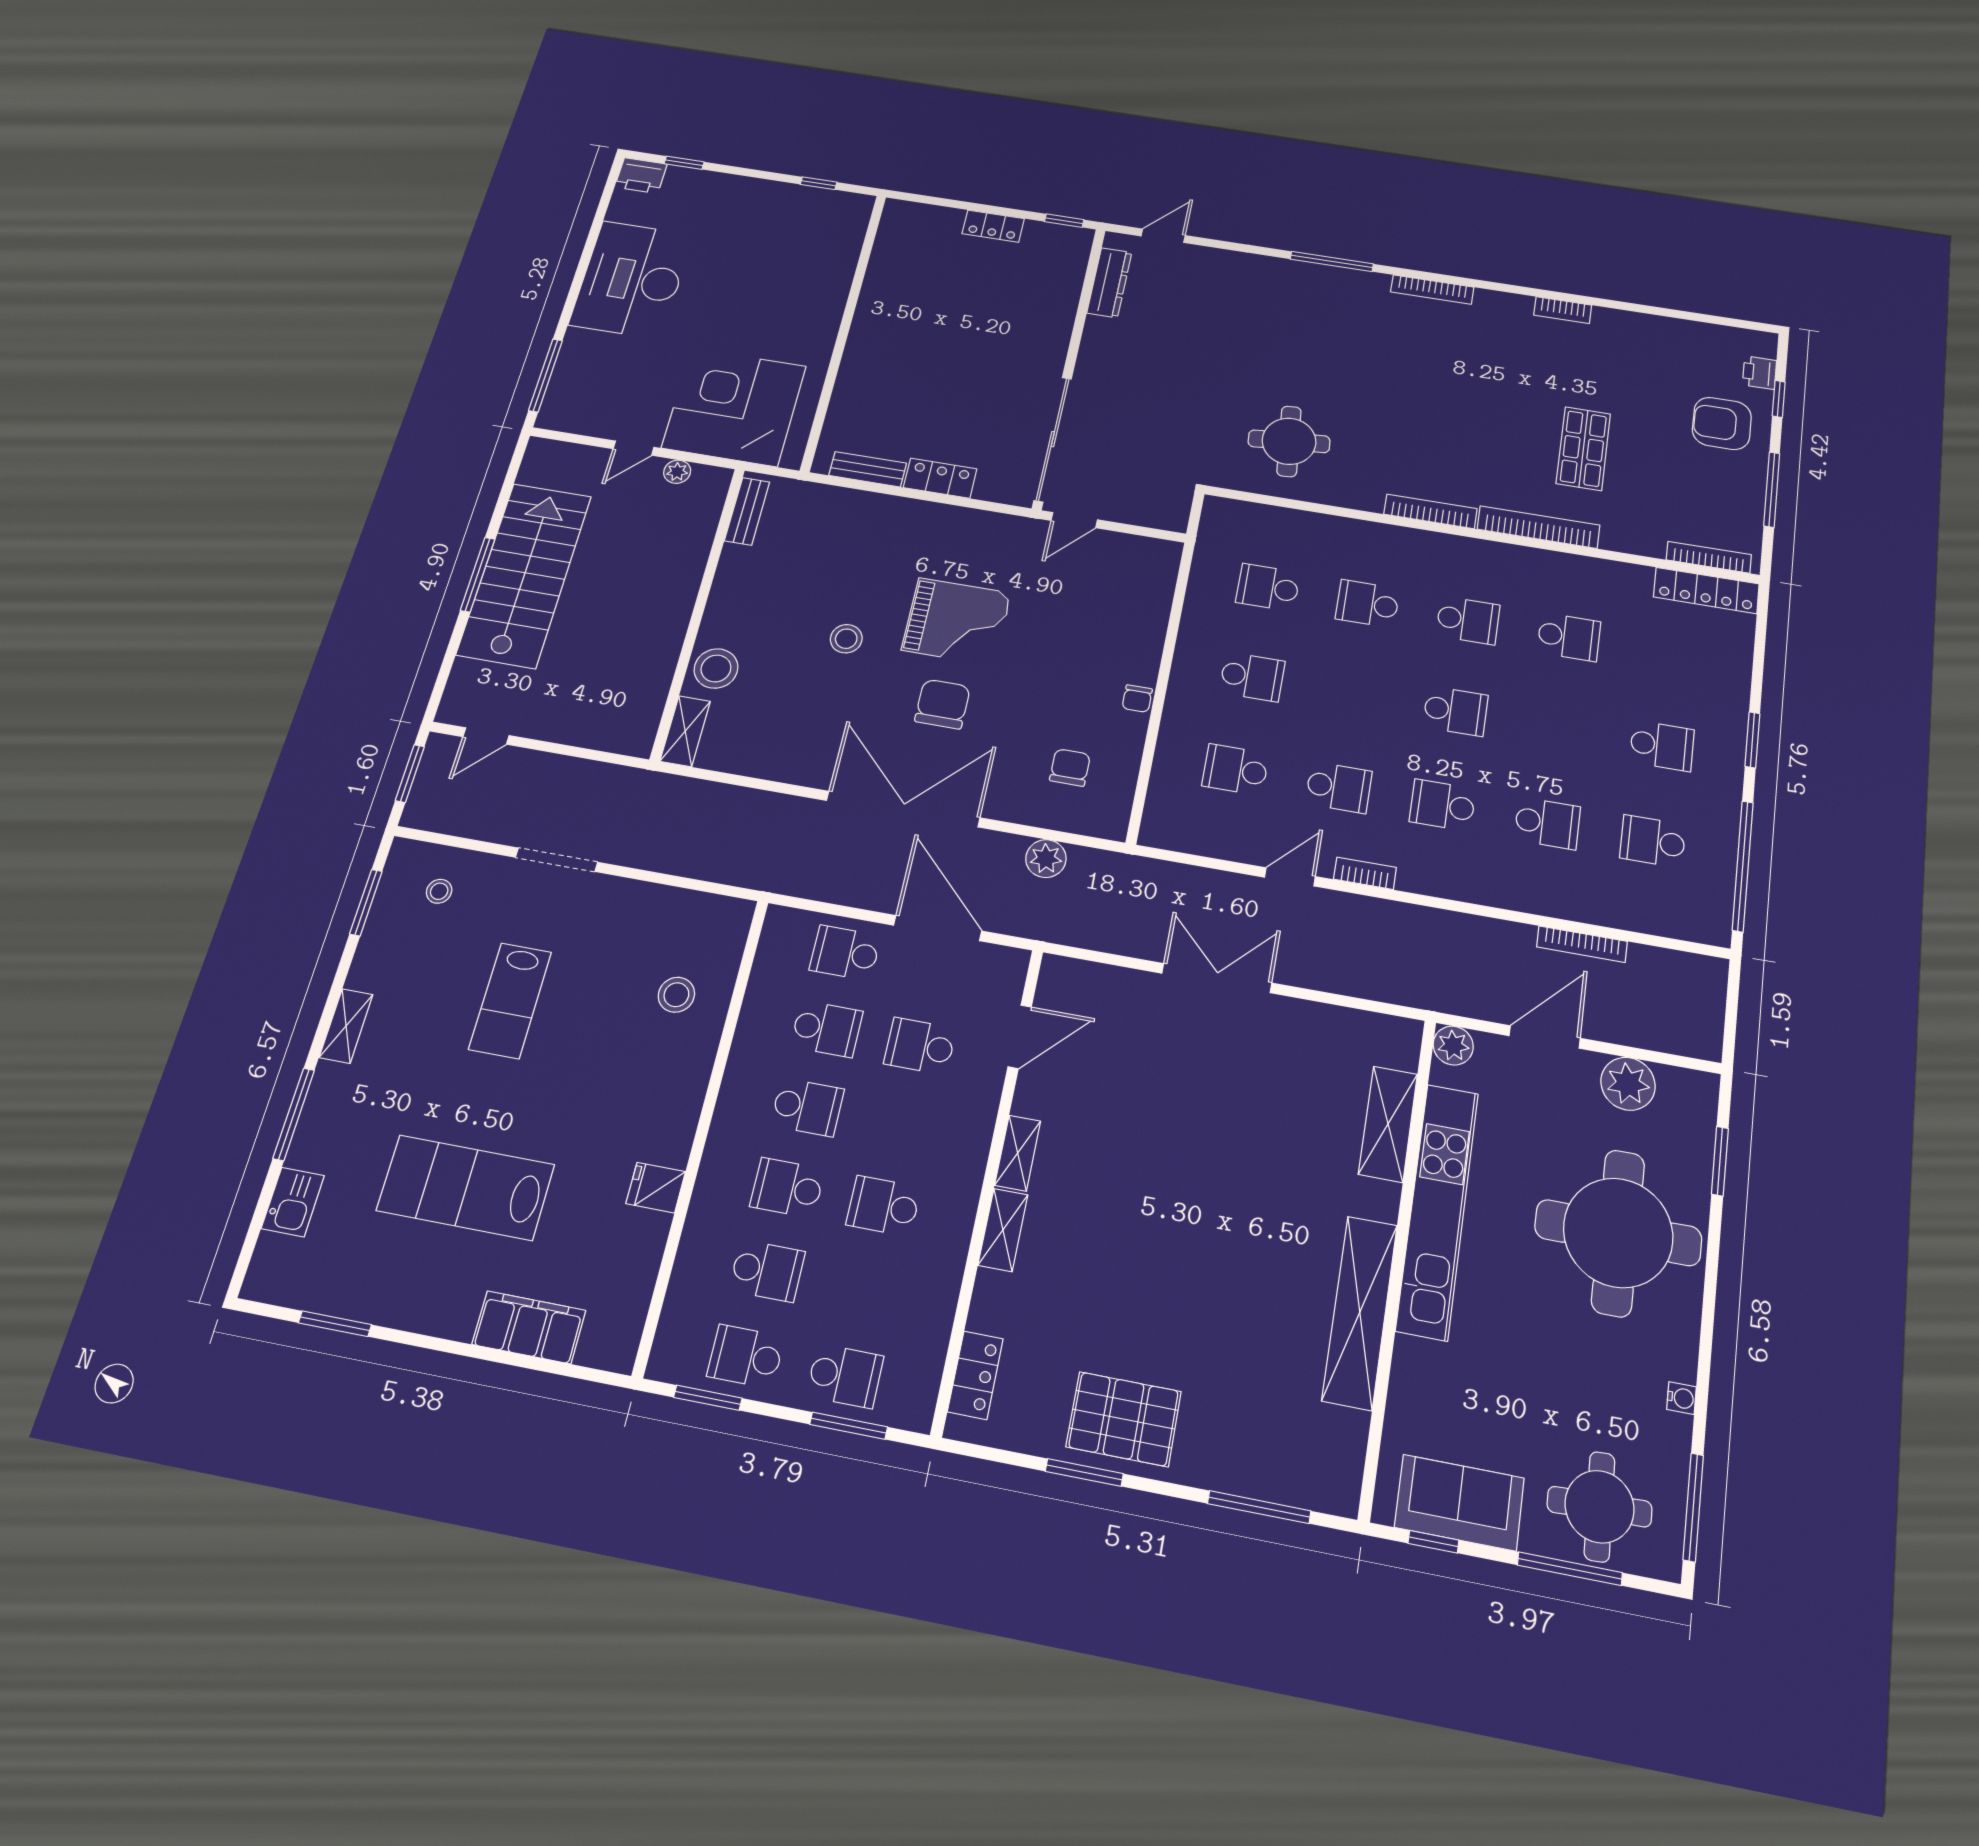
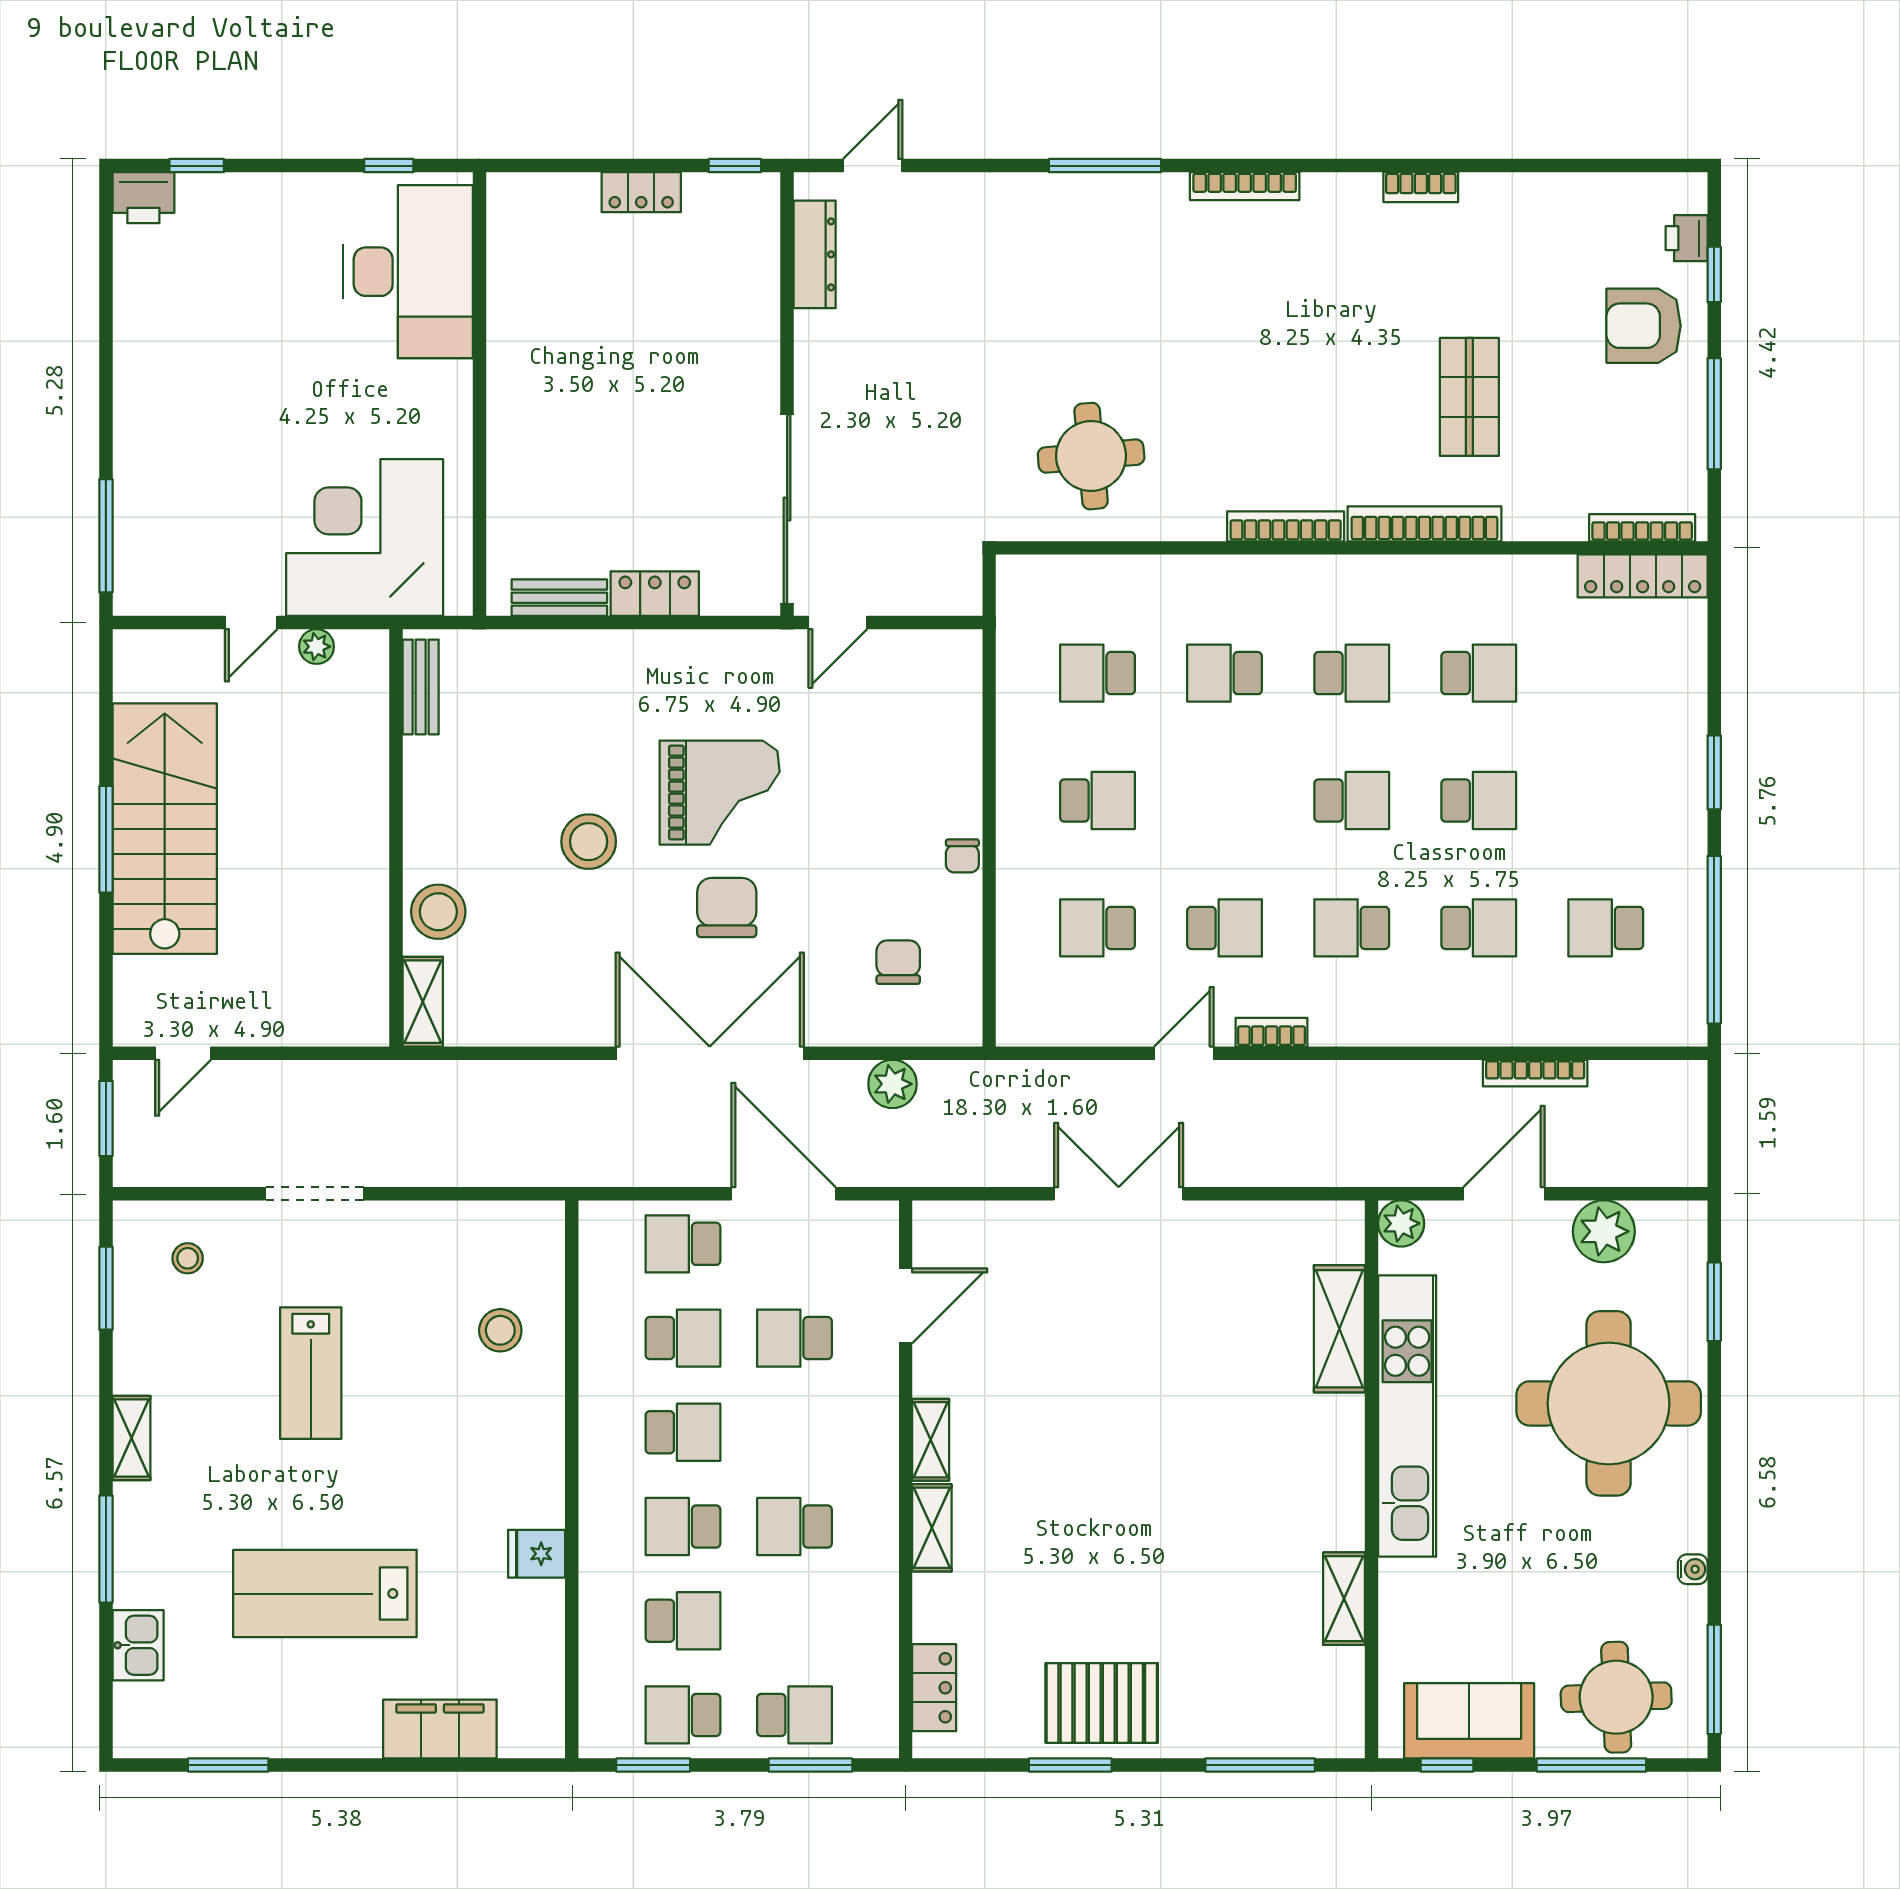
desk: (631, 280) -> (408, 272), moved, turned 180
stool: (846, 639) -> (589, 842), width x1.38, depth x1.38
school desk: (1662, 746) -> (1479, 801), moved
shelving: (1360, 1312) -> (1344, 1599), width x0.45, depth x0.75

